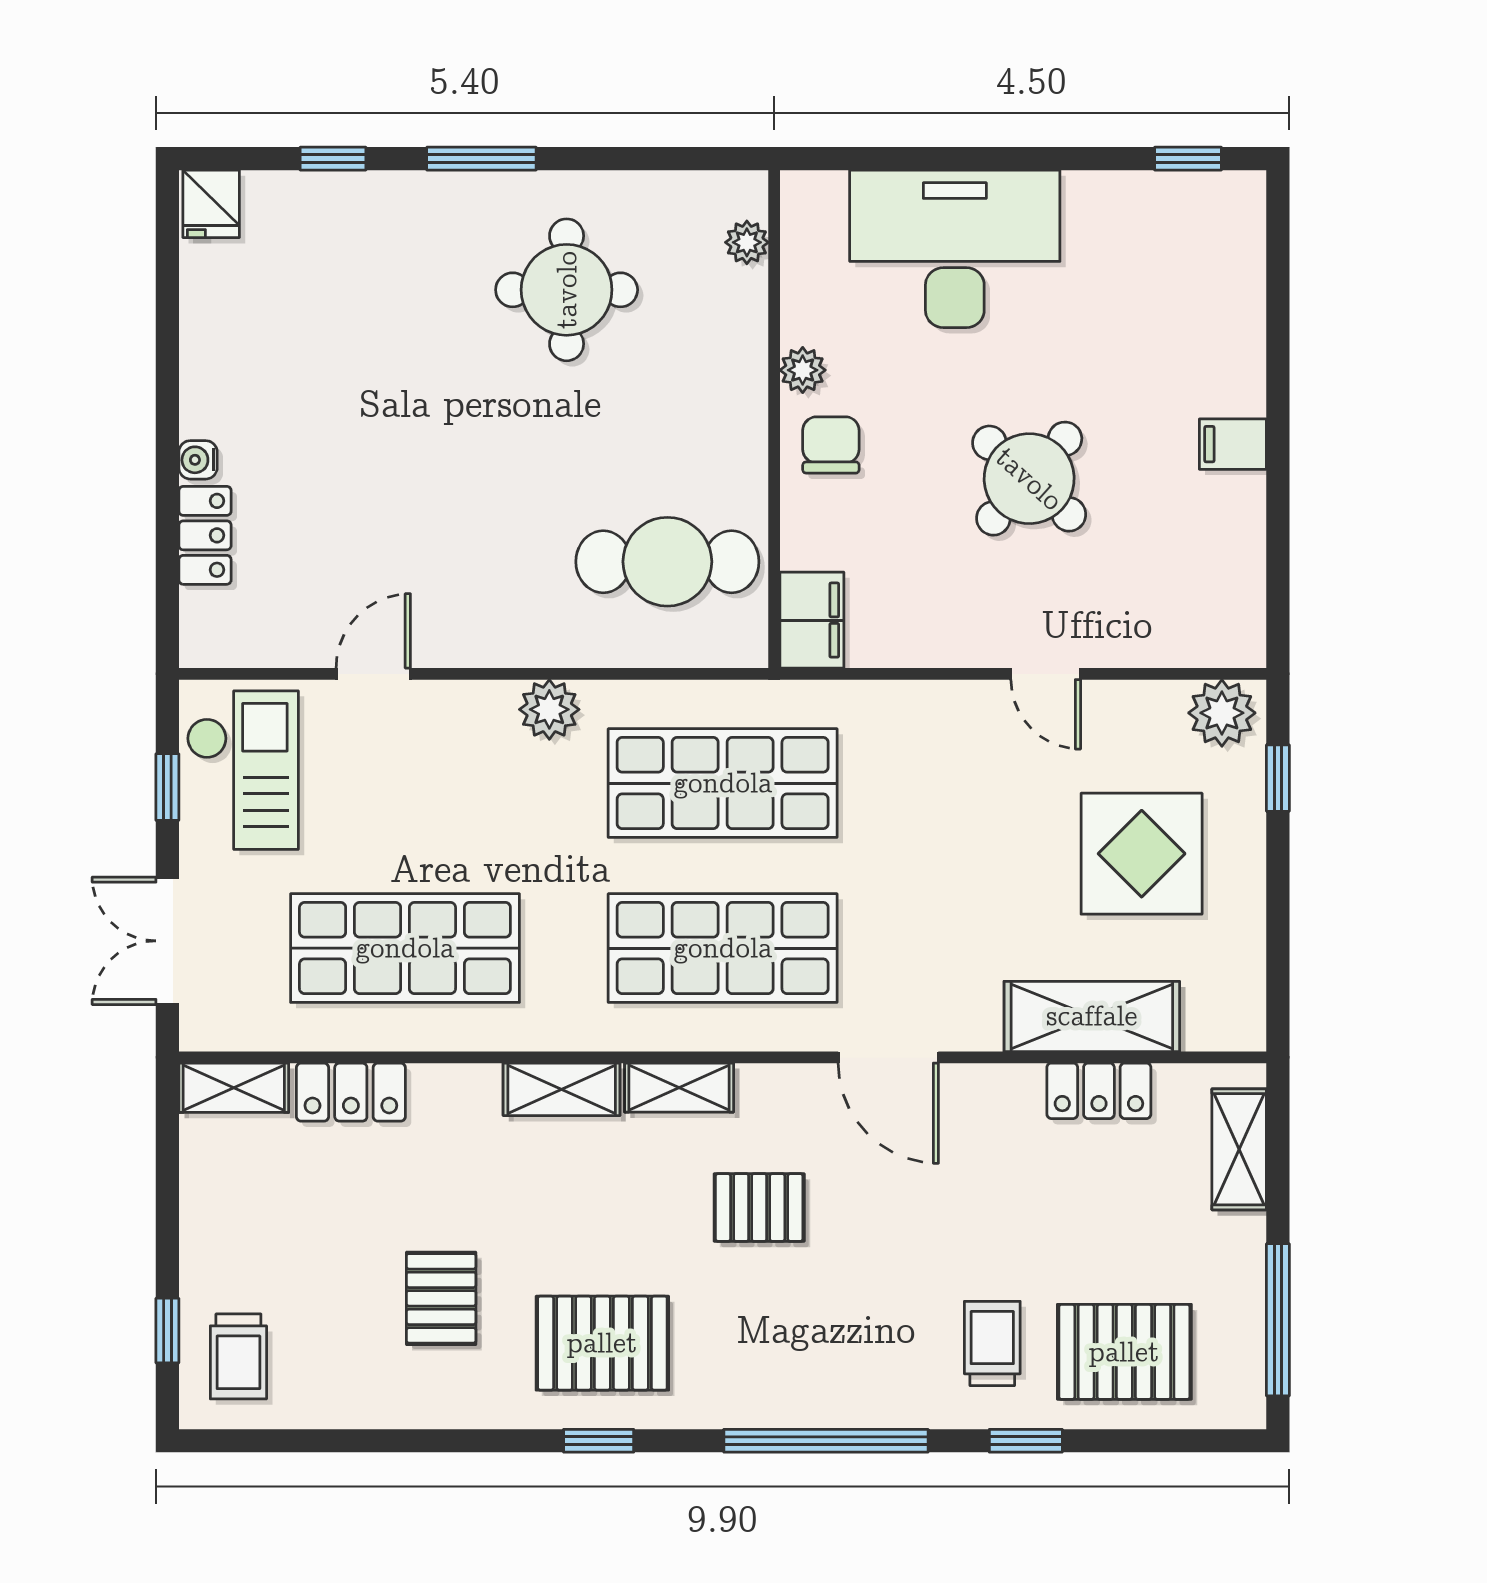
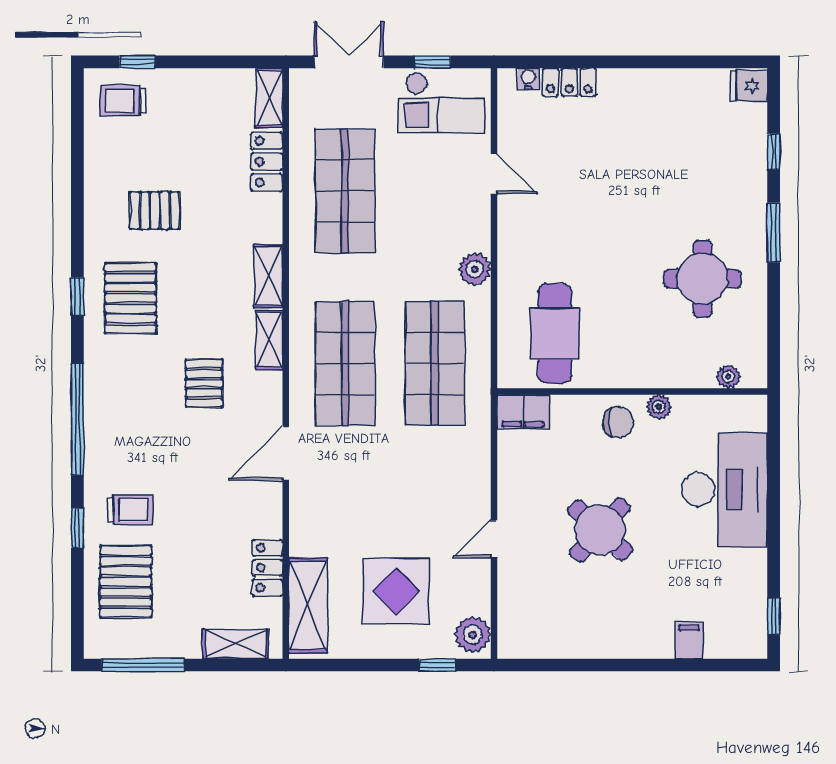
filing cabinet: (1233, 444) -> (689, 641), moved
water cooler: (198, 460) -> (528, 79), moved
shelving: (1092, 1016) -> (308, 605), moved

